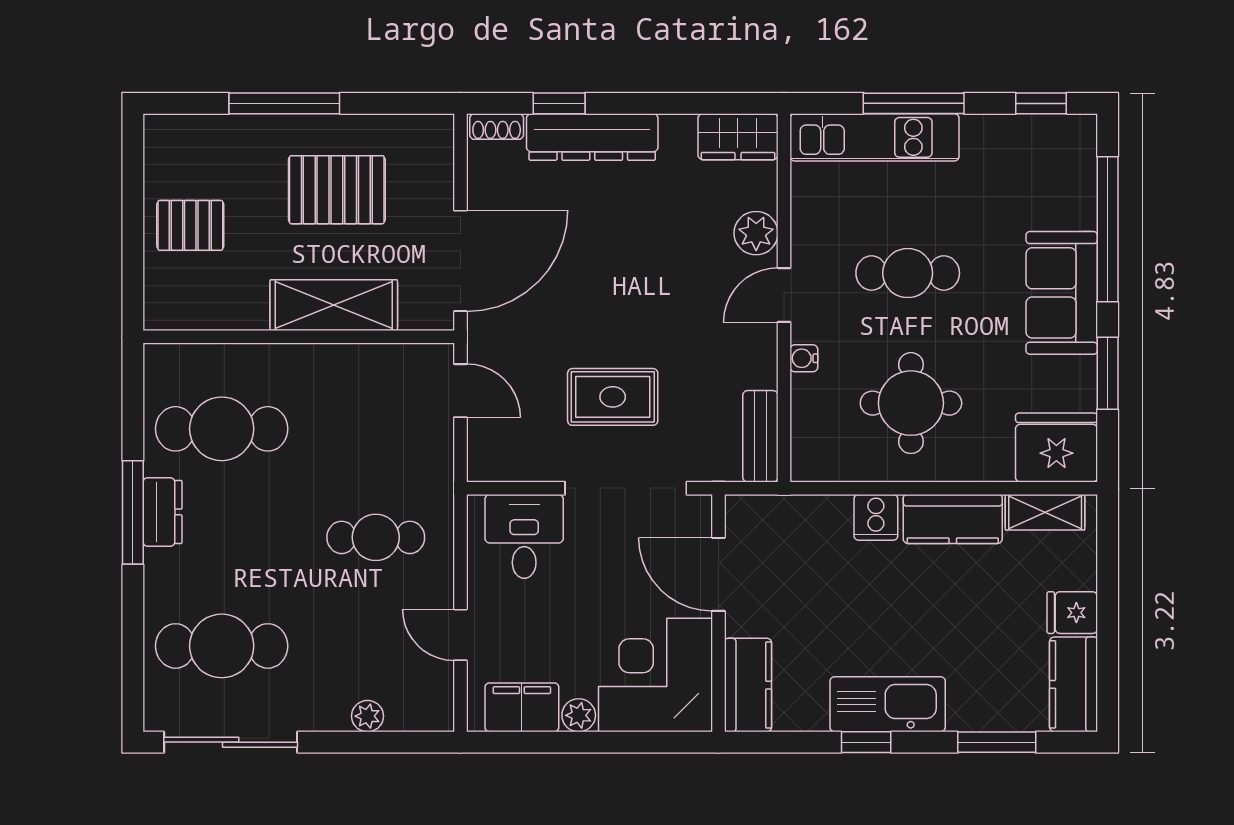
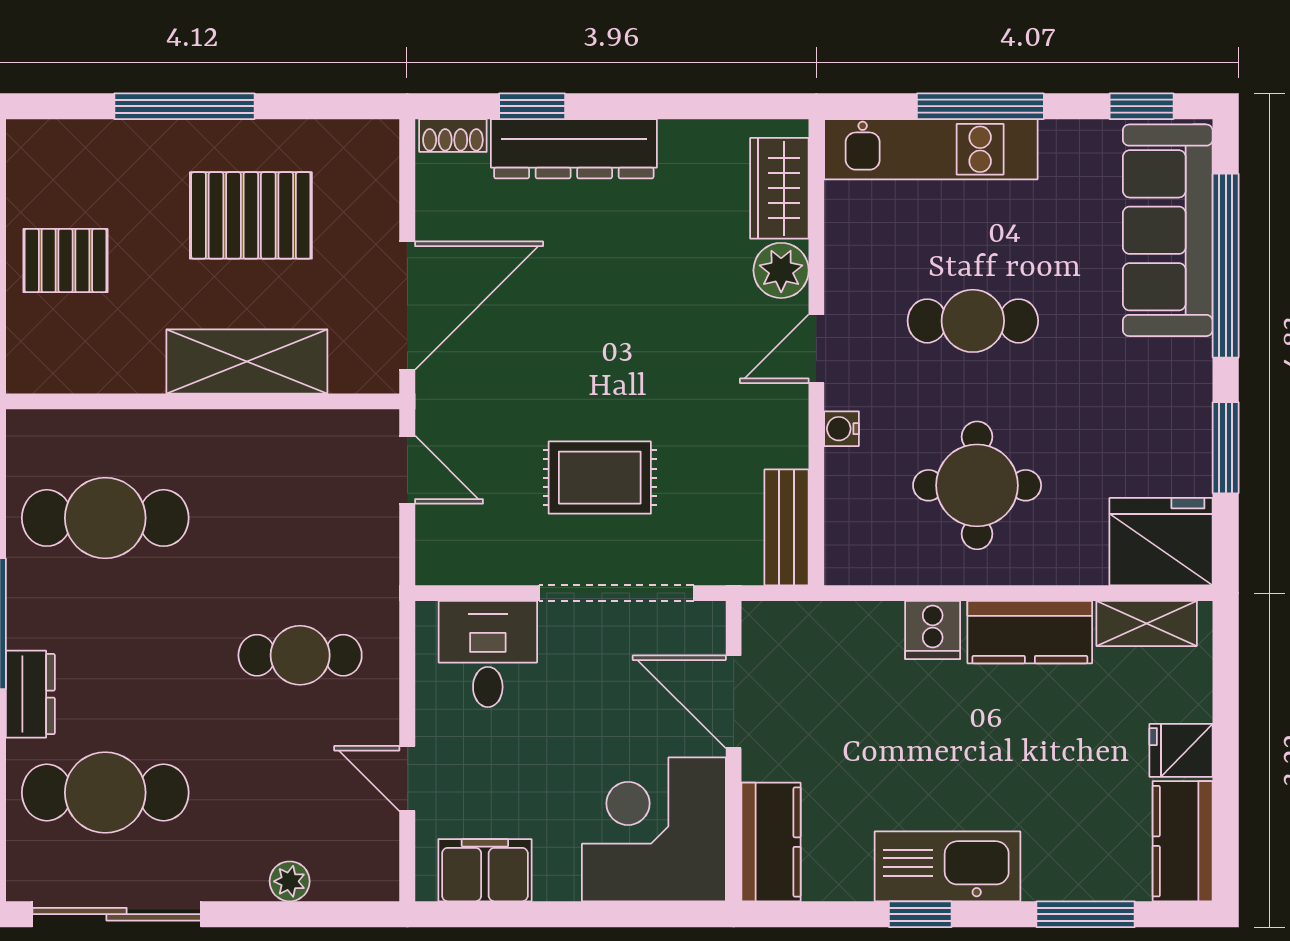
wardrobe: (738, 137) -> (779, 188), moved, turned 90
sofa: (1062, 293) -> (1168, 230), moved, width x1.36
dresser: (162, 512) -> (30, 694), moved
plant: (579, 715) -> (557, 880), removed

